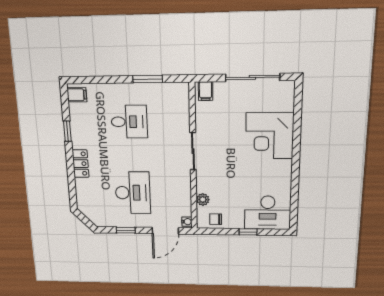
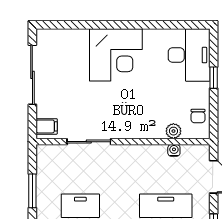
corner desk: (270, 136) -> (116, 55), moved
sliding door: (193, 151) -> (89, 142), moved
water cooler: (187, 222) -> (174, 150), moved

